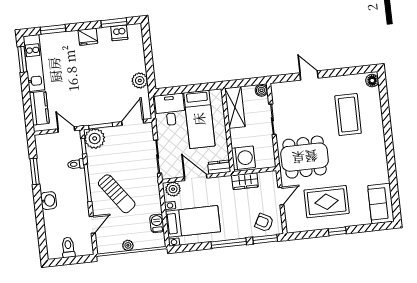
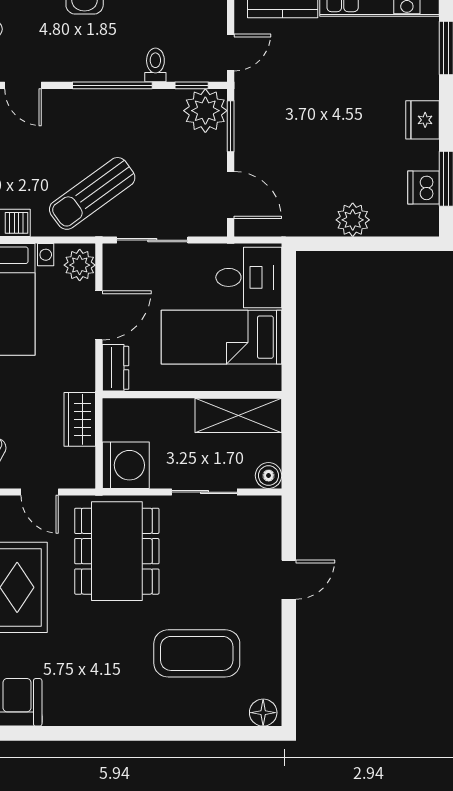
plant: (140, 81) -> (353, 220), moved
washing machine: (243, 158) -> (126, 465), moved, turned -90
sun lounger: (117, 194) -> (92, 193), moved

